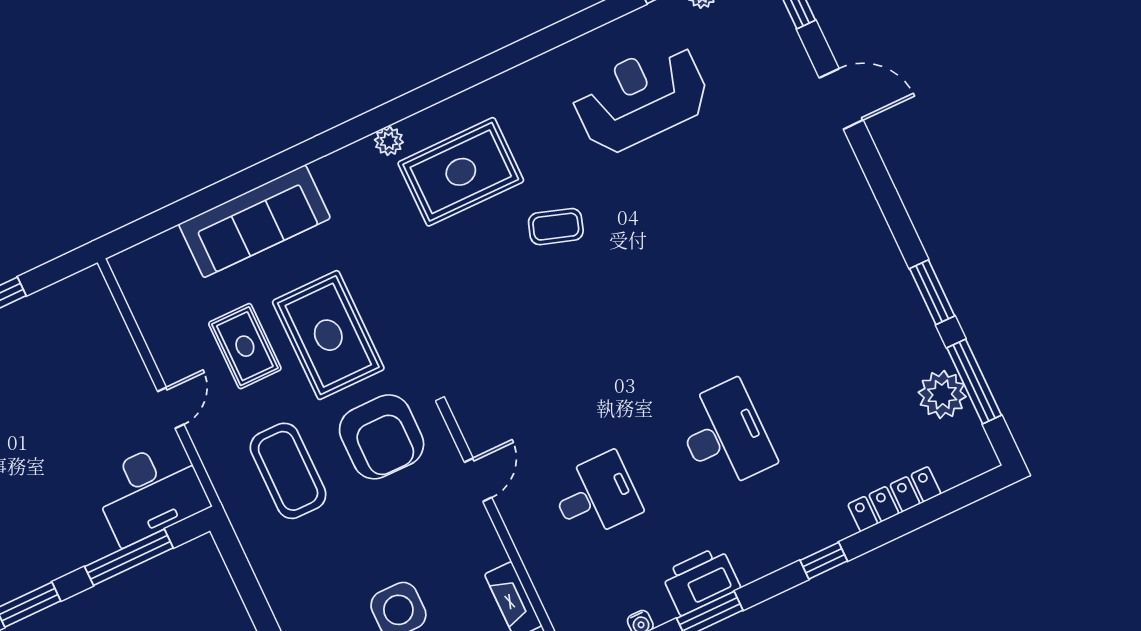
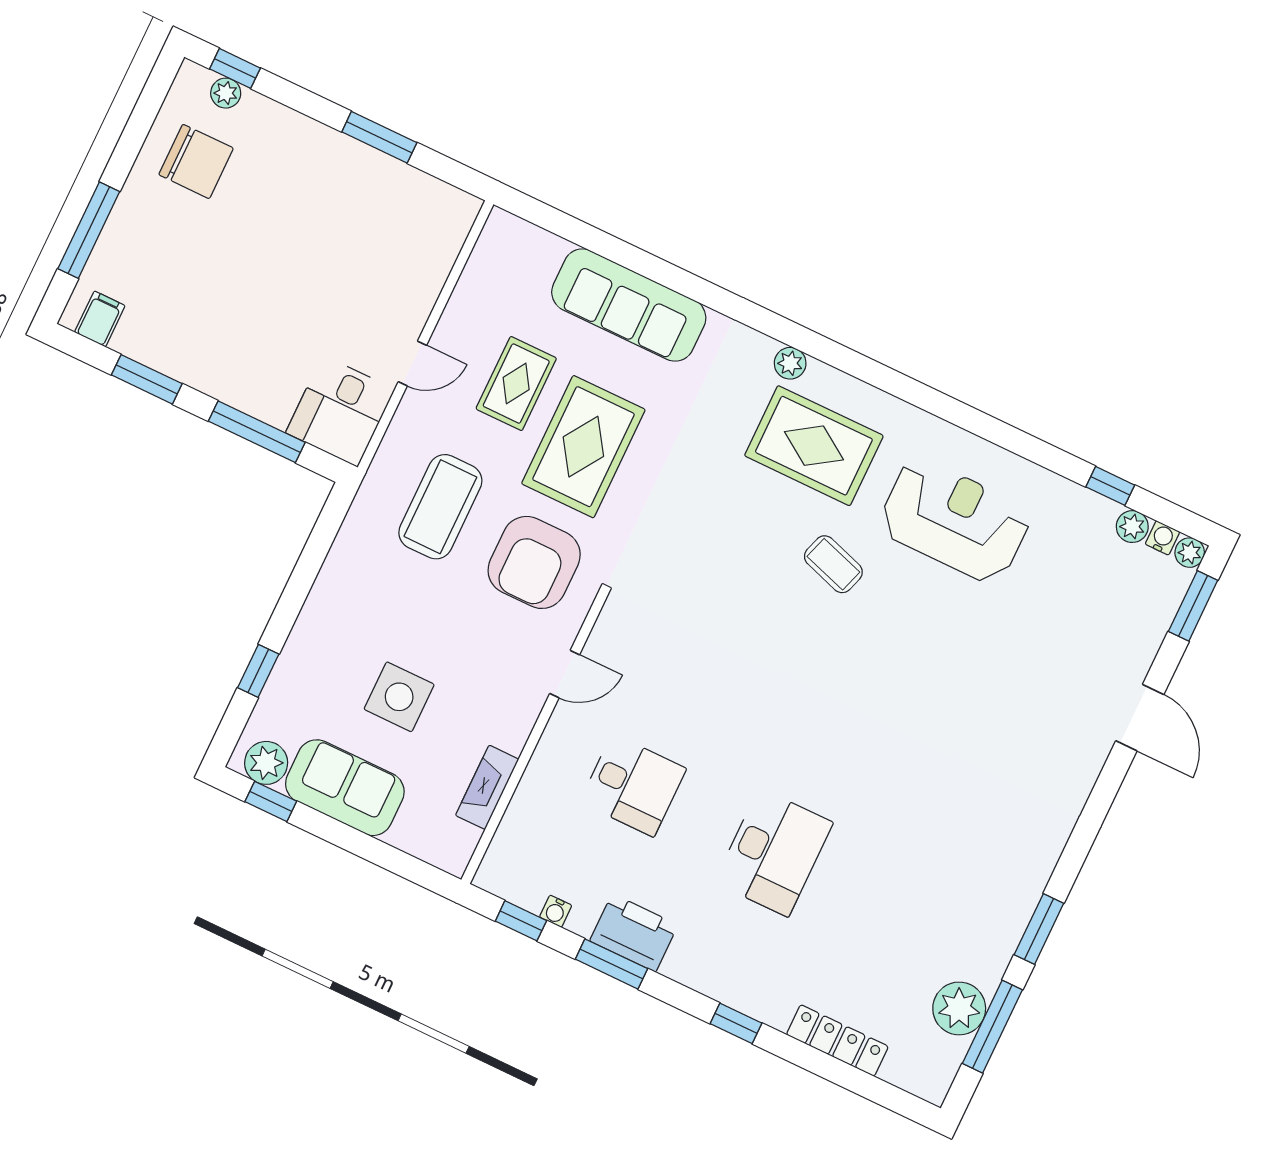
reception desk: (641, 98) -> (955, 520), moved
desk: (150, 492) -> (340, 411), width x0.73

